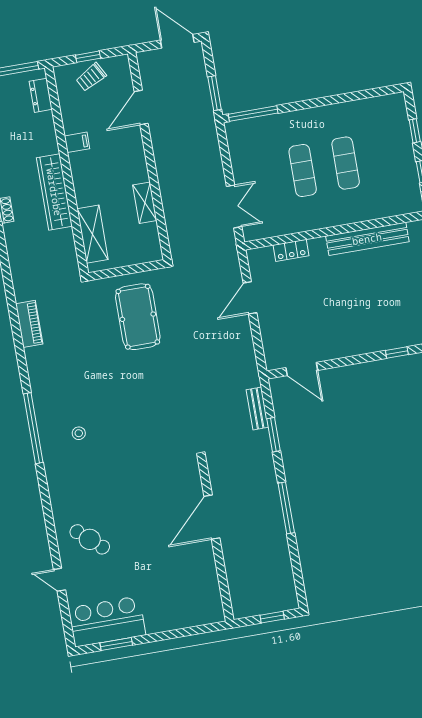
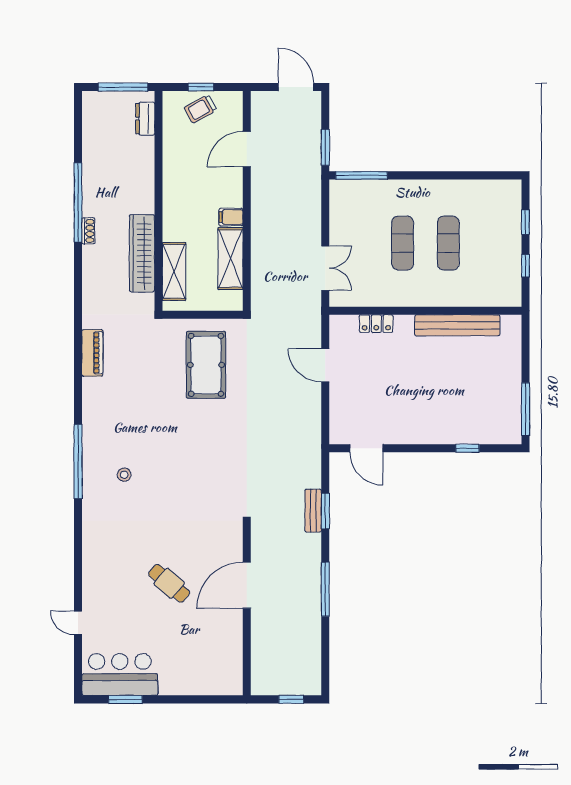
filing cabinet: (77, 142) -> (231, 217), moved, turned 180
wardrobe: (54, 192) -> (142, 253), moved
shelving: (145, 203) -> (230, 259), width x1.50, depth x1.33
door: (250, 298) -> (325, 365), hinge flipped
bench: (257, 409) -> (313, 511), moved
cafe table: (90, 539) -> (169, 583), moved

